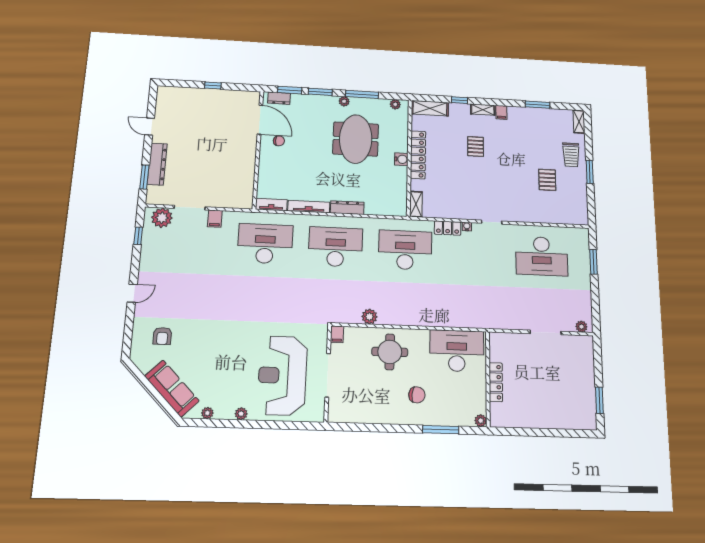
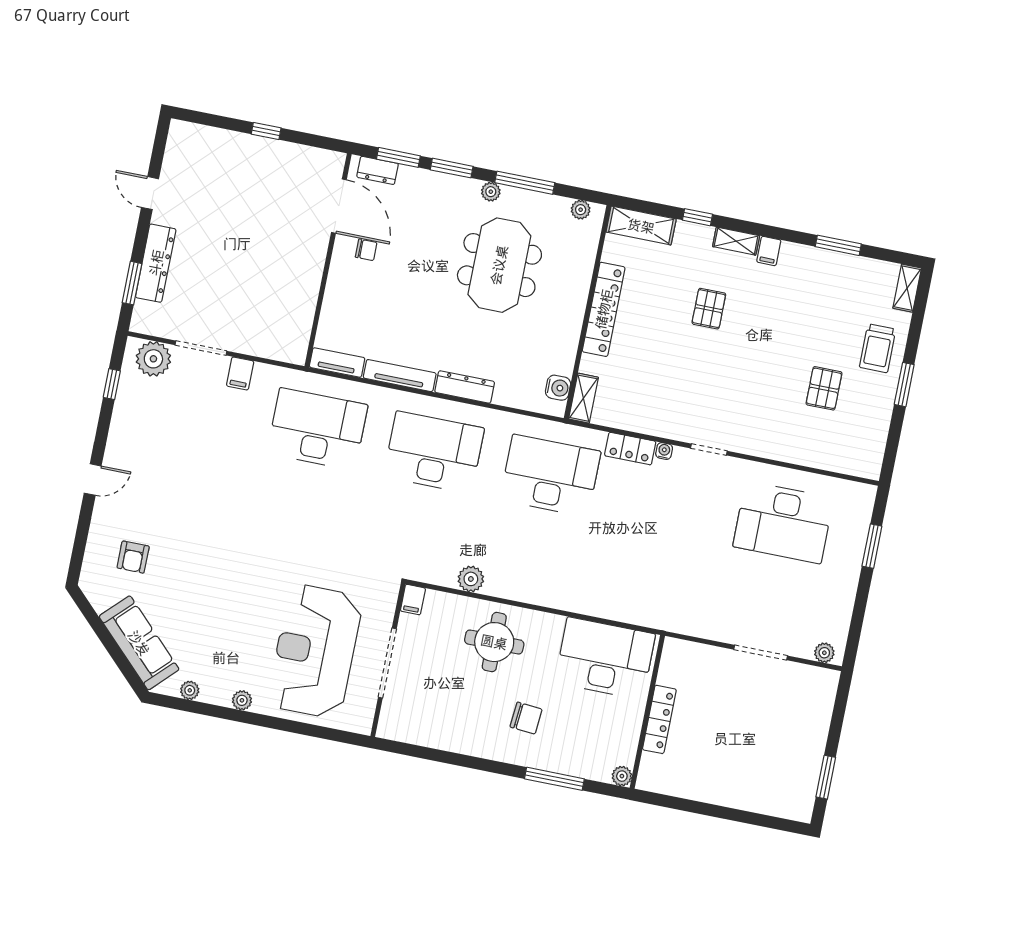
water cooler: (401, 159) -> (558, 388), moved

